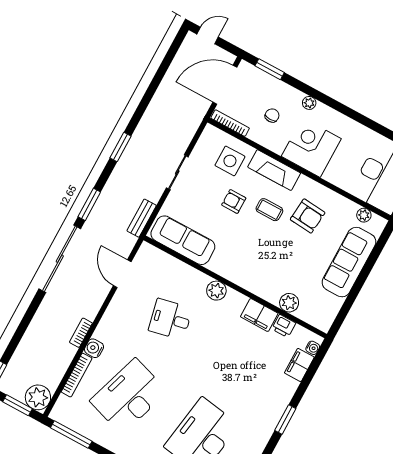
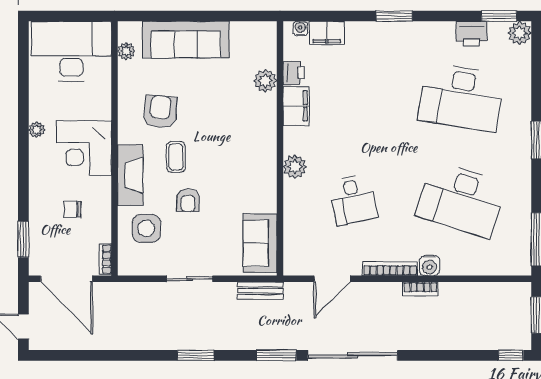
plant: (309, 103) -> (37, 130), moved
bookcase: (230, 123) -> (105, 259), width x0.64
sofa: (183, 240) -> (260, 243), width x0.73
bookcase: (77, 375) -> (390, 269), moved
plant: (38, 397) -> (516, 297), removed

